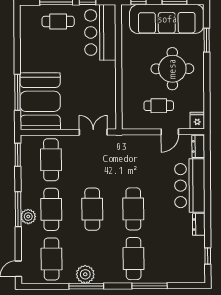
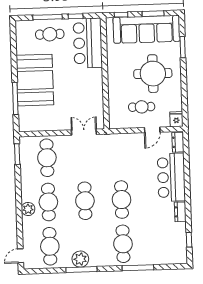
booth: (40, 101) -> (35, 80), moved
window: (18, 209) -> (19, 203), removed

